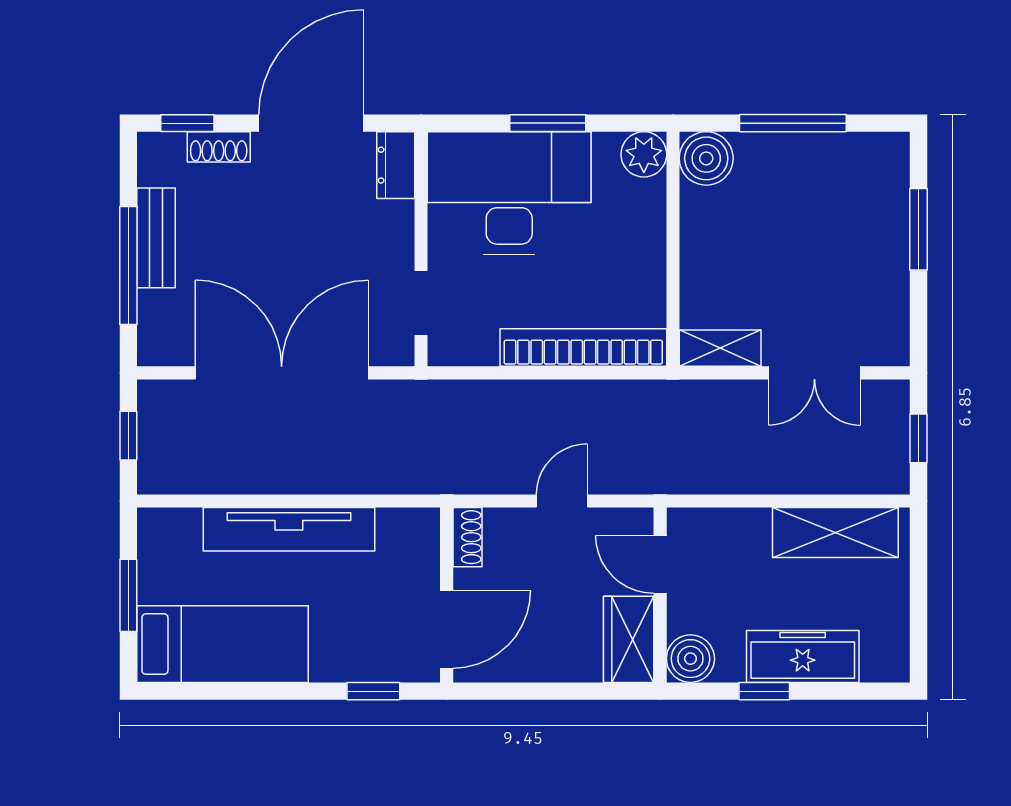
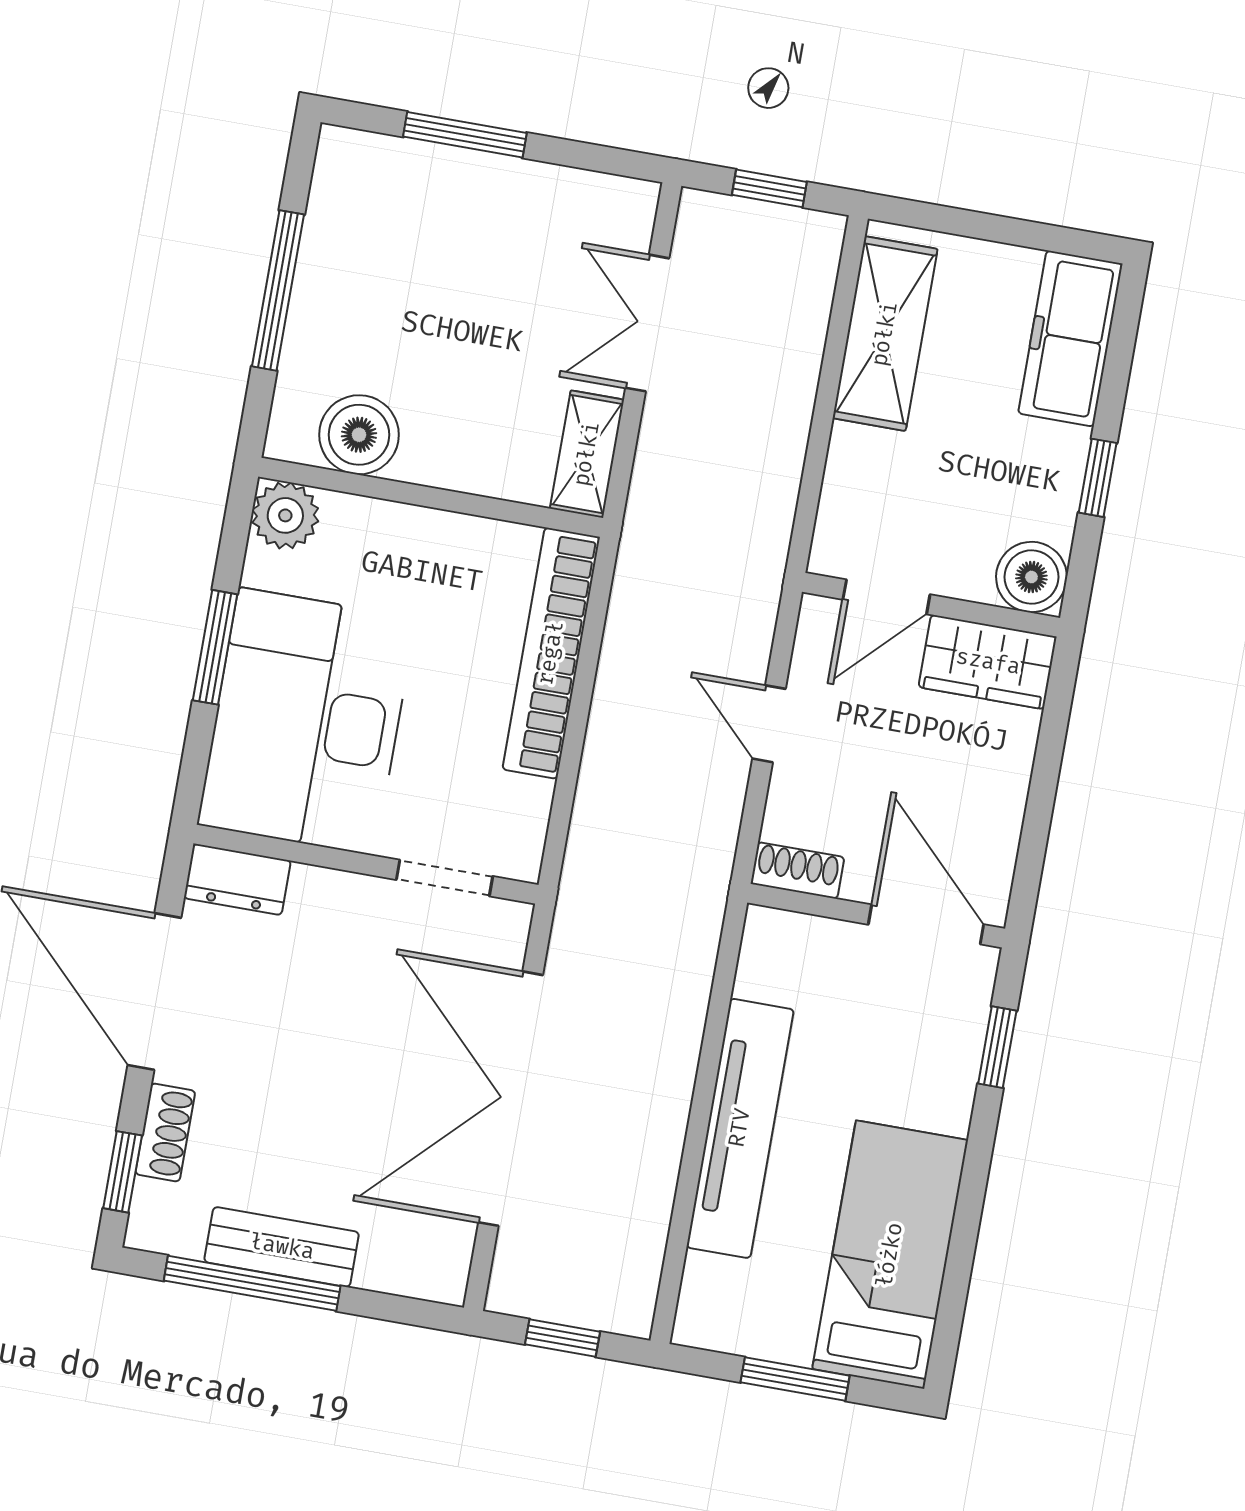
boiler: (706, 158) -> (359, 435), moved
window: (128, 265) -> (252, 1283), moved
double door: (814, 373) -> (647, 323), swing flipped
freezer: (803, 656) -> (1070, 339), moved

